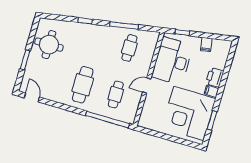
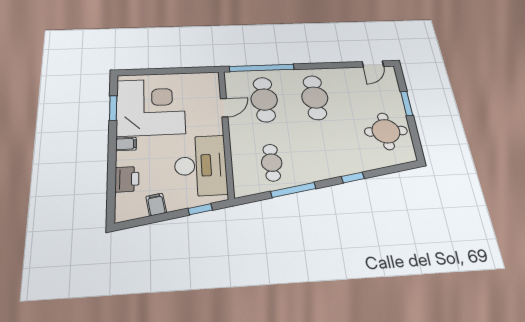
printer: (215, 77) -> (127, 179), moved
door: (147, 85) -> (224, 108), moved
cafe table: (116, 94) -> (264, 99), width x1.37, depth x1.35
door: (32, 97) -> (373, 64), hinge flipped

